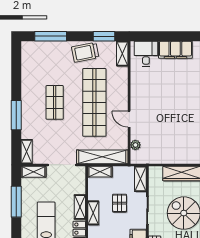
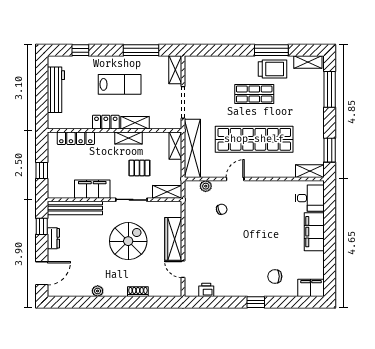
trolley: (85, 52) -> (273, 69), moved, turned 101
window: (16, 115) -> (271, 50), moved
chair: (156, 131) -> (222, 209), added
shelving: (27, 152) -> (308, 62), moved

